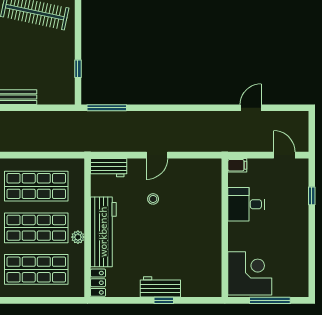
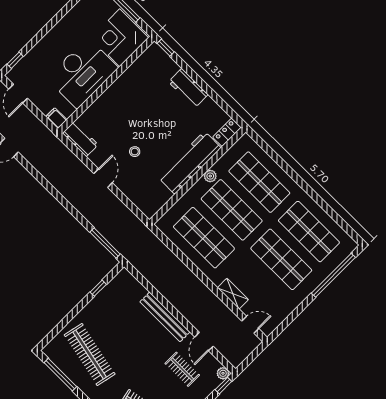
door: (157, 155) -> (103, 178), hinge flipped
workbench: (109, 168) -> (80, 139), moved
window: (312, 196) -> (15, 60), moved
desk: (246, 204) -> (82, 73), width x1.87, depth x1.30
window: (164, 300) -> (166, 48), moved

